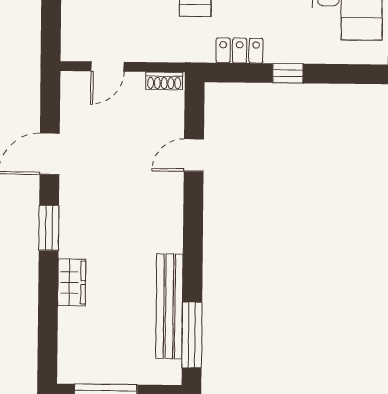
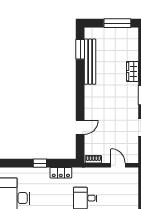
door: (107, 67) -> (118, 165), hinge flipped
window: (192, 335) -> (80, 49), width x0.69

